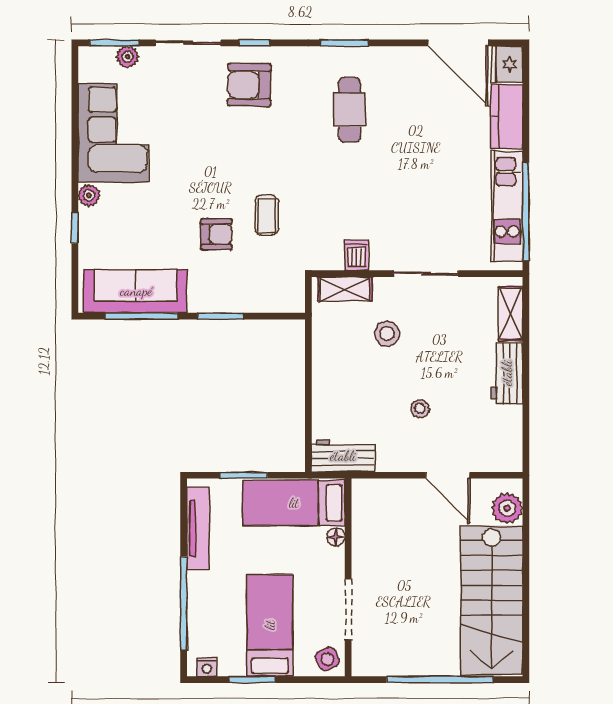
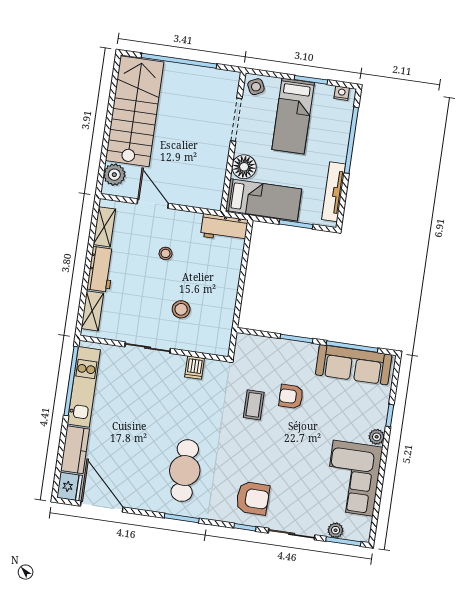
cafe table: (350, 110) -> (185, 471), width x1.37, depth x1.35
shelving: (345, 289) -> (104, 227), moved, turned 90
floor lamp: (336, 537) -> (244, 167), width x1.89, depth x1.89

